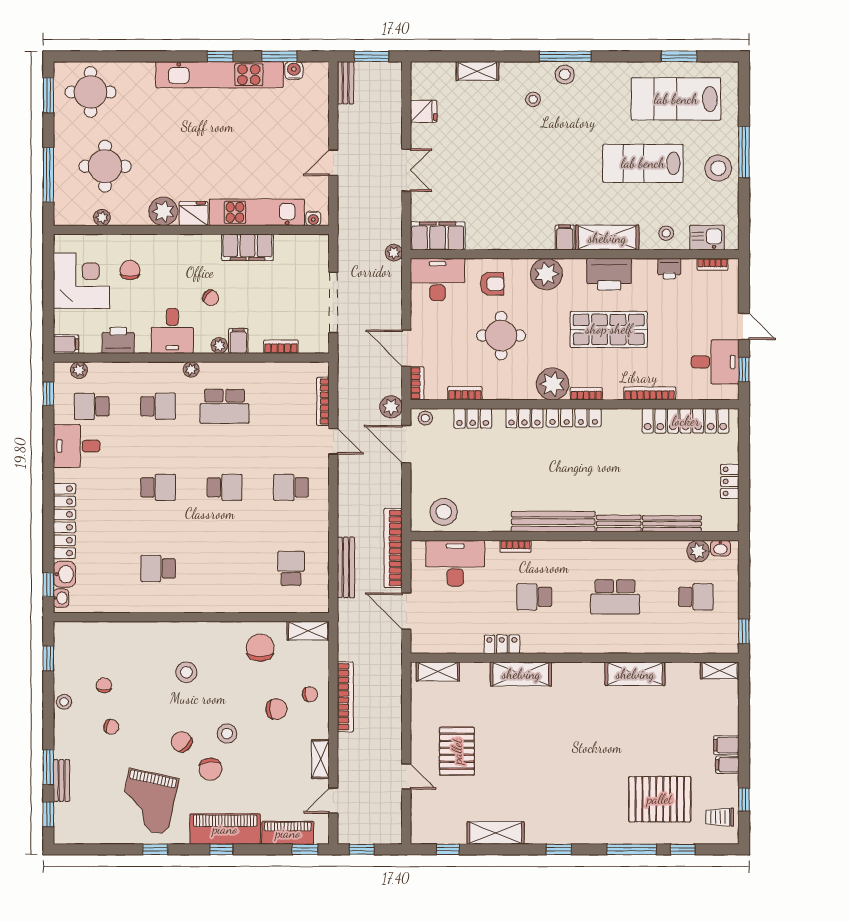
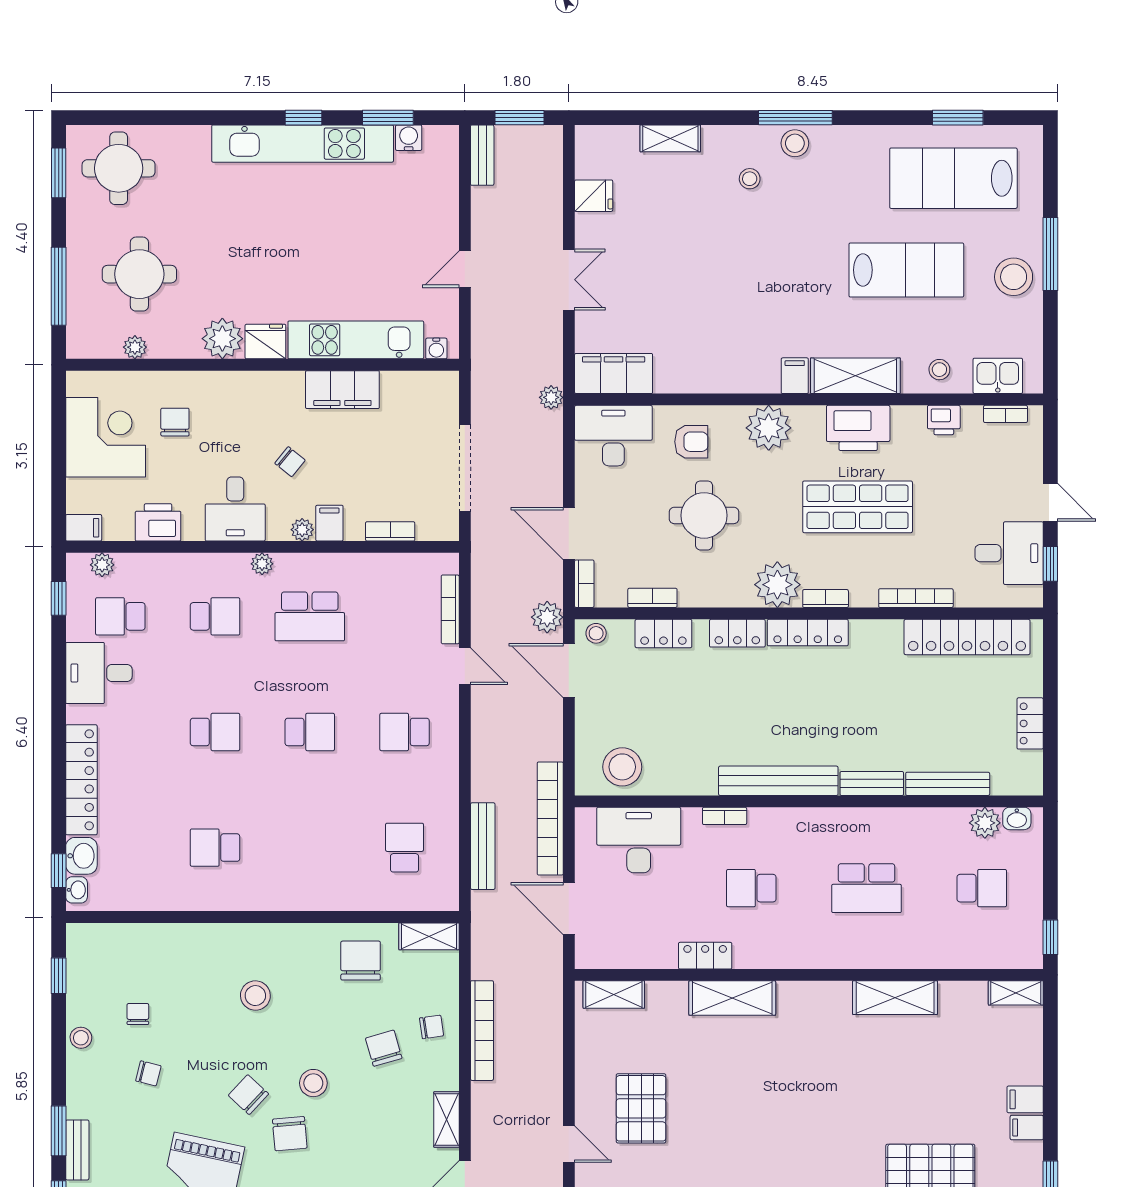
lab bench: (643, 163) -> (906, 270), turned 180
chair: (276, 709) -> (384, 1048), turned -104

